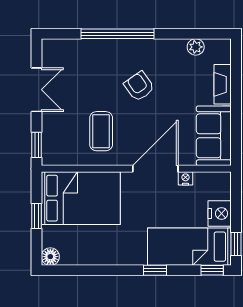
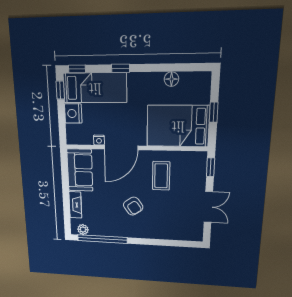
window: (118, 34) -> (102, 239), moved
plant: (196, 47) -> (83, 229), moved
double door: (37, 90) -> (208, 207), swing flipped
floor lamp: (50, 257) -> (171, 79), moved

